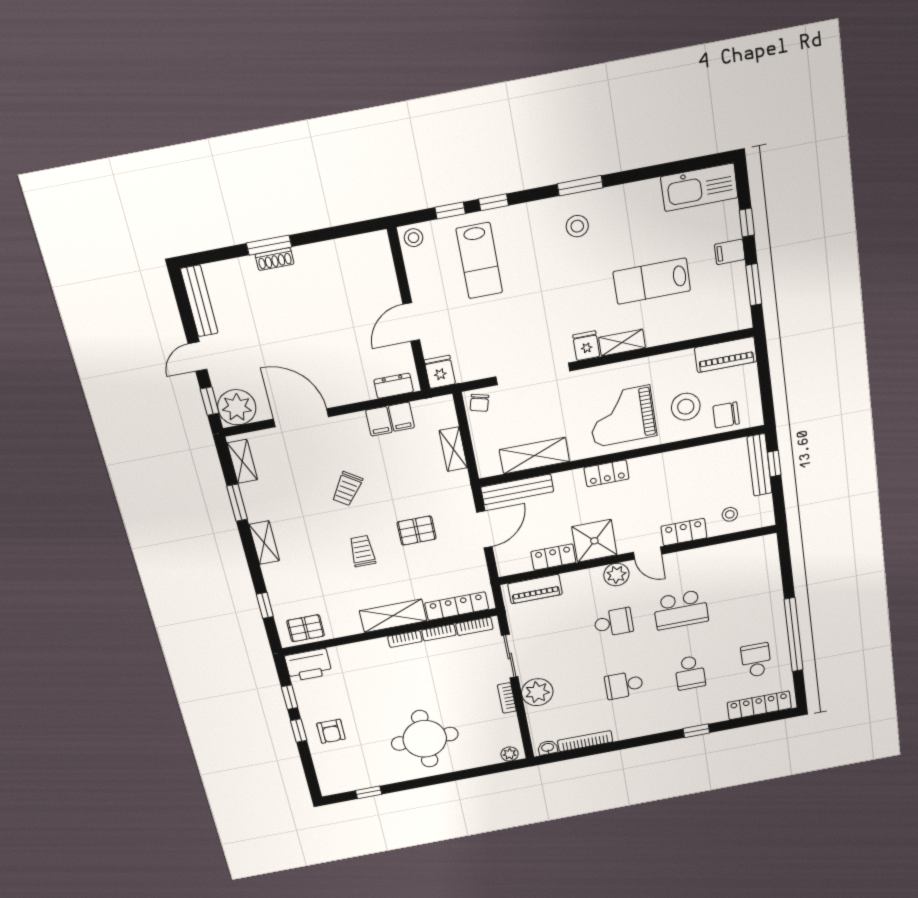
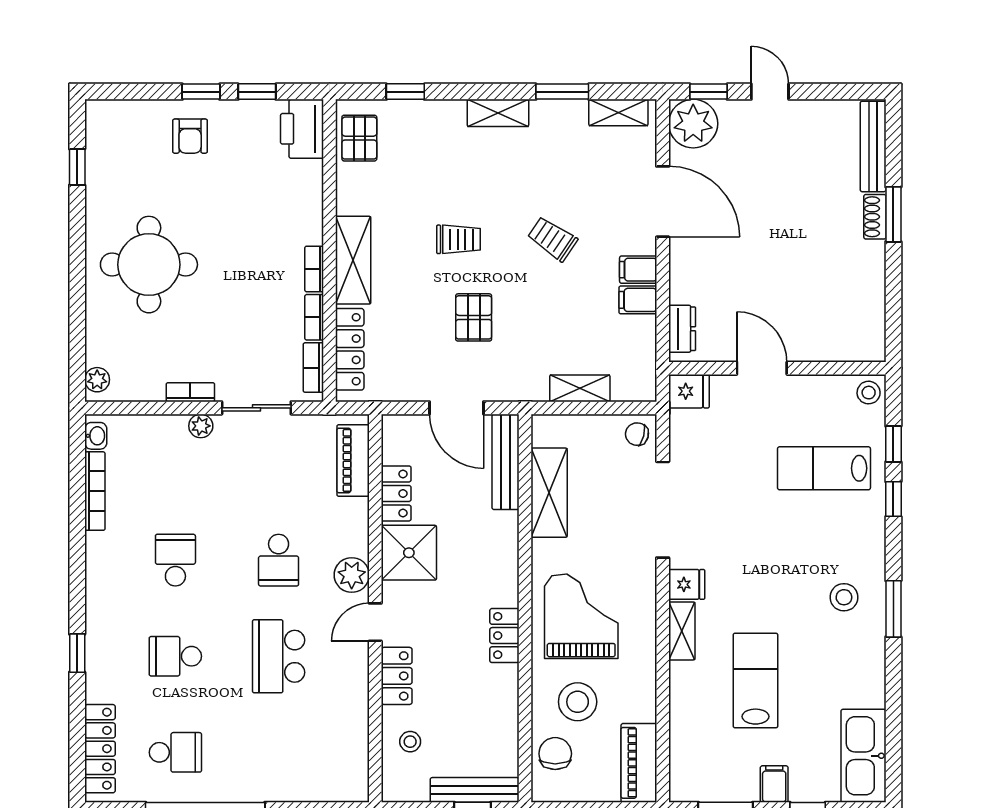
bench: (199, 301) -> (873, 146), moved, turned 90
filing cabinet: (401, 417) -> (638, 270), moved
door: (301, 418) -> (663, 202), hinge flipped
locker: (607, 473) -> (504, 636), moved
plant: (537, 692) -> (201, 426), width x0.53, depth x0.53
armchair: (331, 731) -> (190, 136), turned -90

